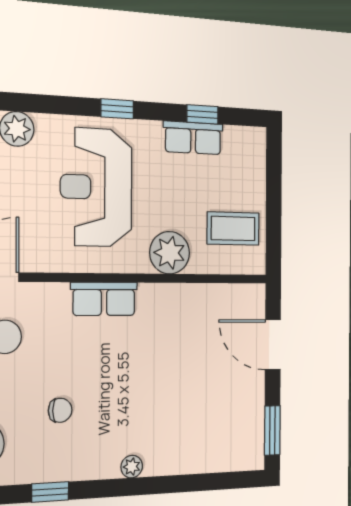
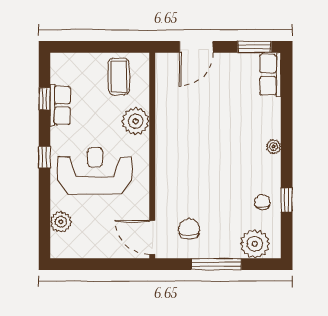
reception desk: (96, 187) -> (95, 171), turned 180
row of seats: (104, 299) -> (270, 75), moved, turned 180
chair: (60, 410) -> (262, 202), moved

